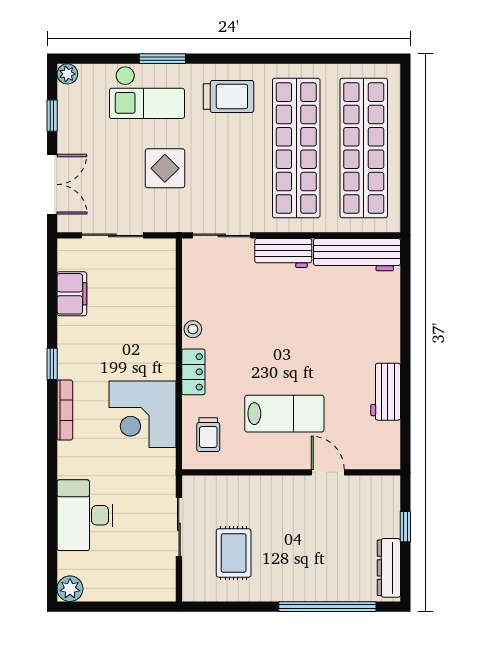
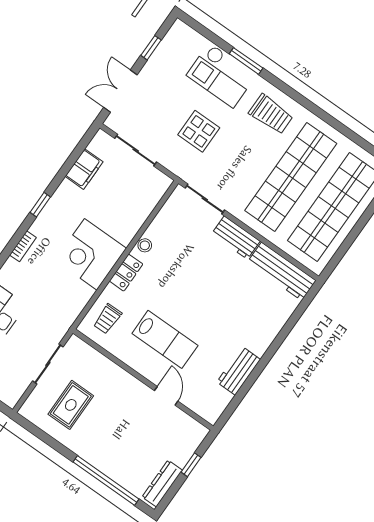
plant: (67, 74) -> (179, 28), removed
double door: (52, 184) -> (120, 91), swing flipped
bookcase: (65, 410) -> (23, 246), width x0.64
corner desk: (142, 414) -> (91, 254), moved

